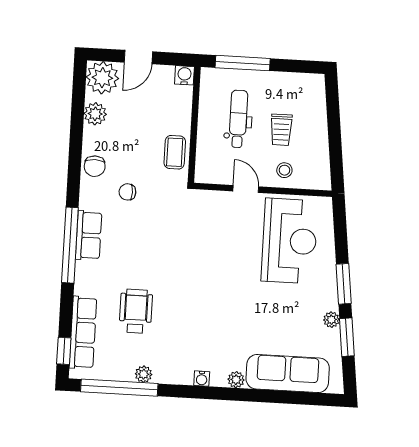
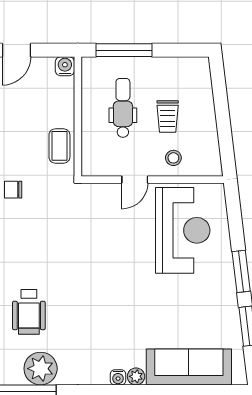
door: (246, 189) -> (135, 180), swing flipped
wheelchair: (136, 311) -> (29, 312), turned 180
plant: (331, 320) -> (231, 309), removed
plant: (144, 374) -> (41, 369), width x1.88, depth x1.88
water cooler: (202, 379) -> (118, 377), moved

